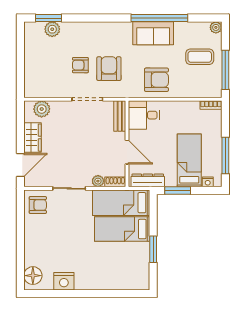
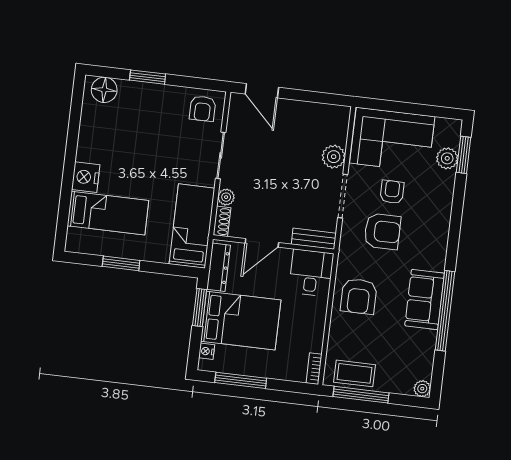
coffee table: (200, 57) -> (354, 373), moved, turned 90
corner sofa: (44, 69) -> (392, 140), added
plant: (42, 109) -> (334, 157), moved
wardrobe: (33, 138) -> (298, 112), removed
bed: (189, 160) -> (241, 321), width x1.50
bed: (122, 229) -> (108, 213), moved, turned 90
window: (20, 246) -> (148, 77), added
nightstand: (64, 281) -> (86, 177), moved

